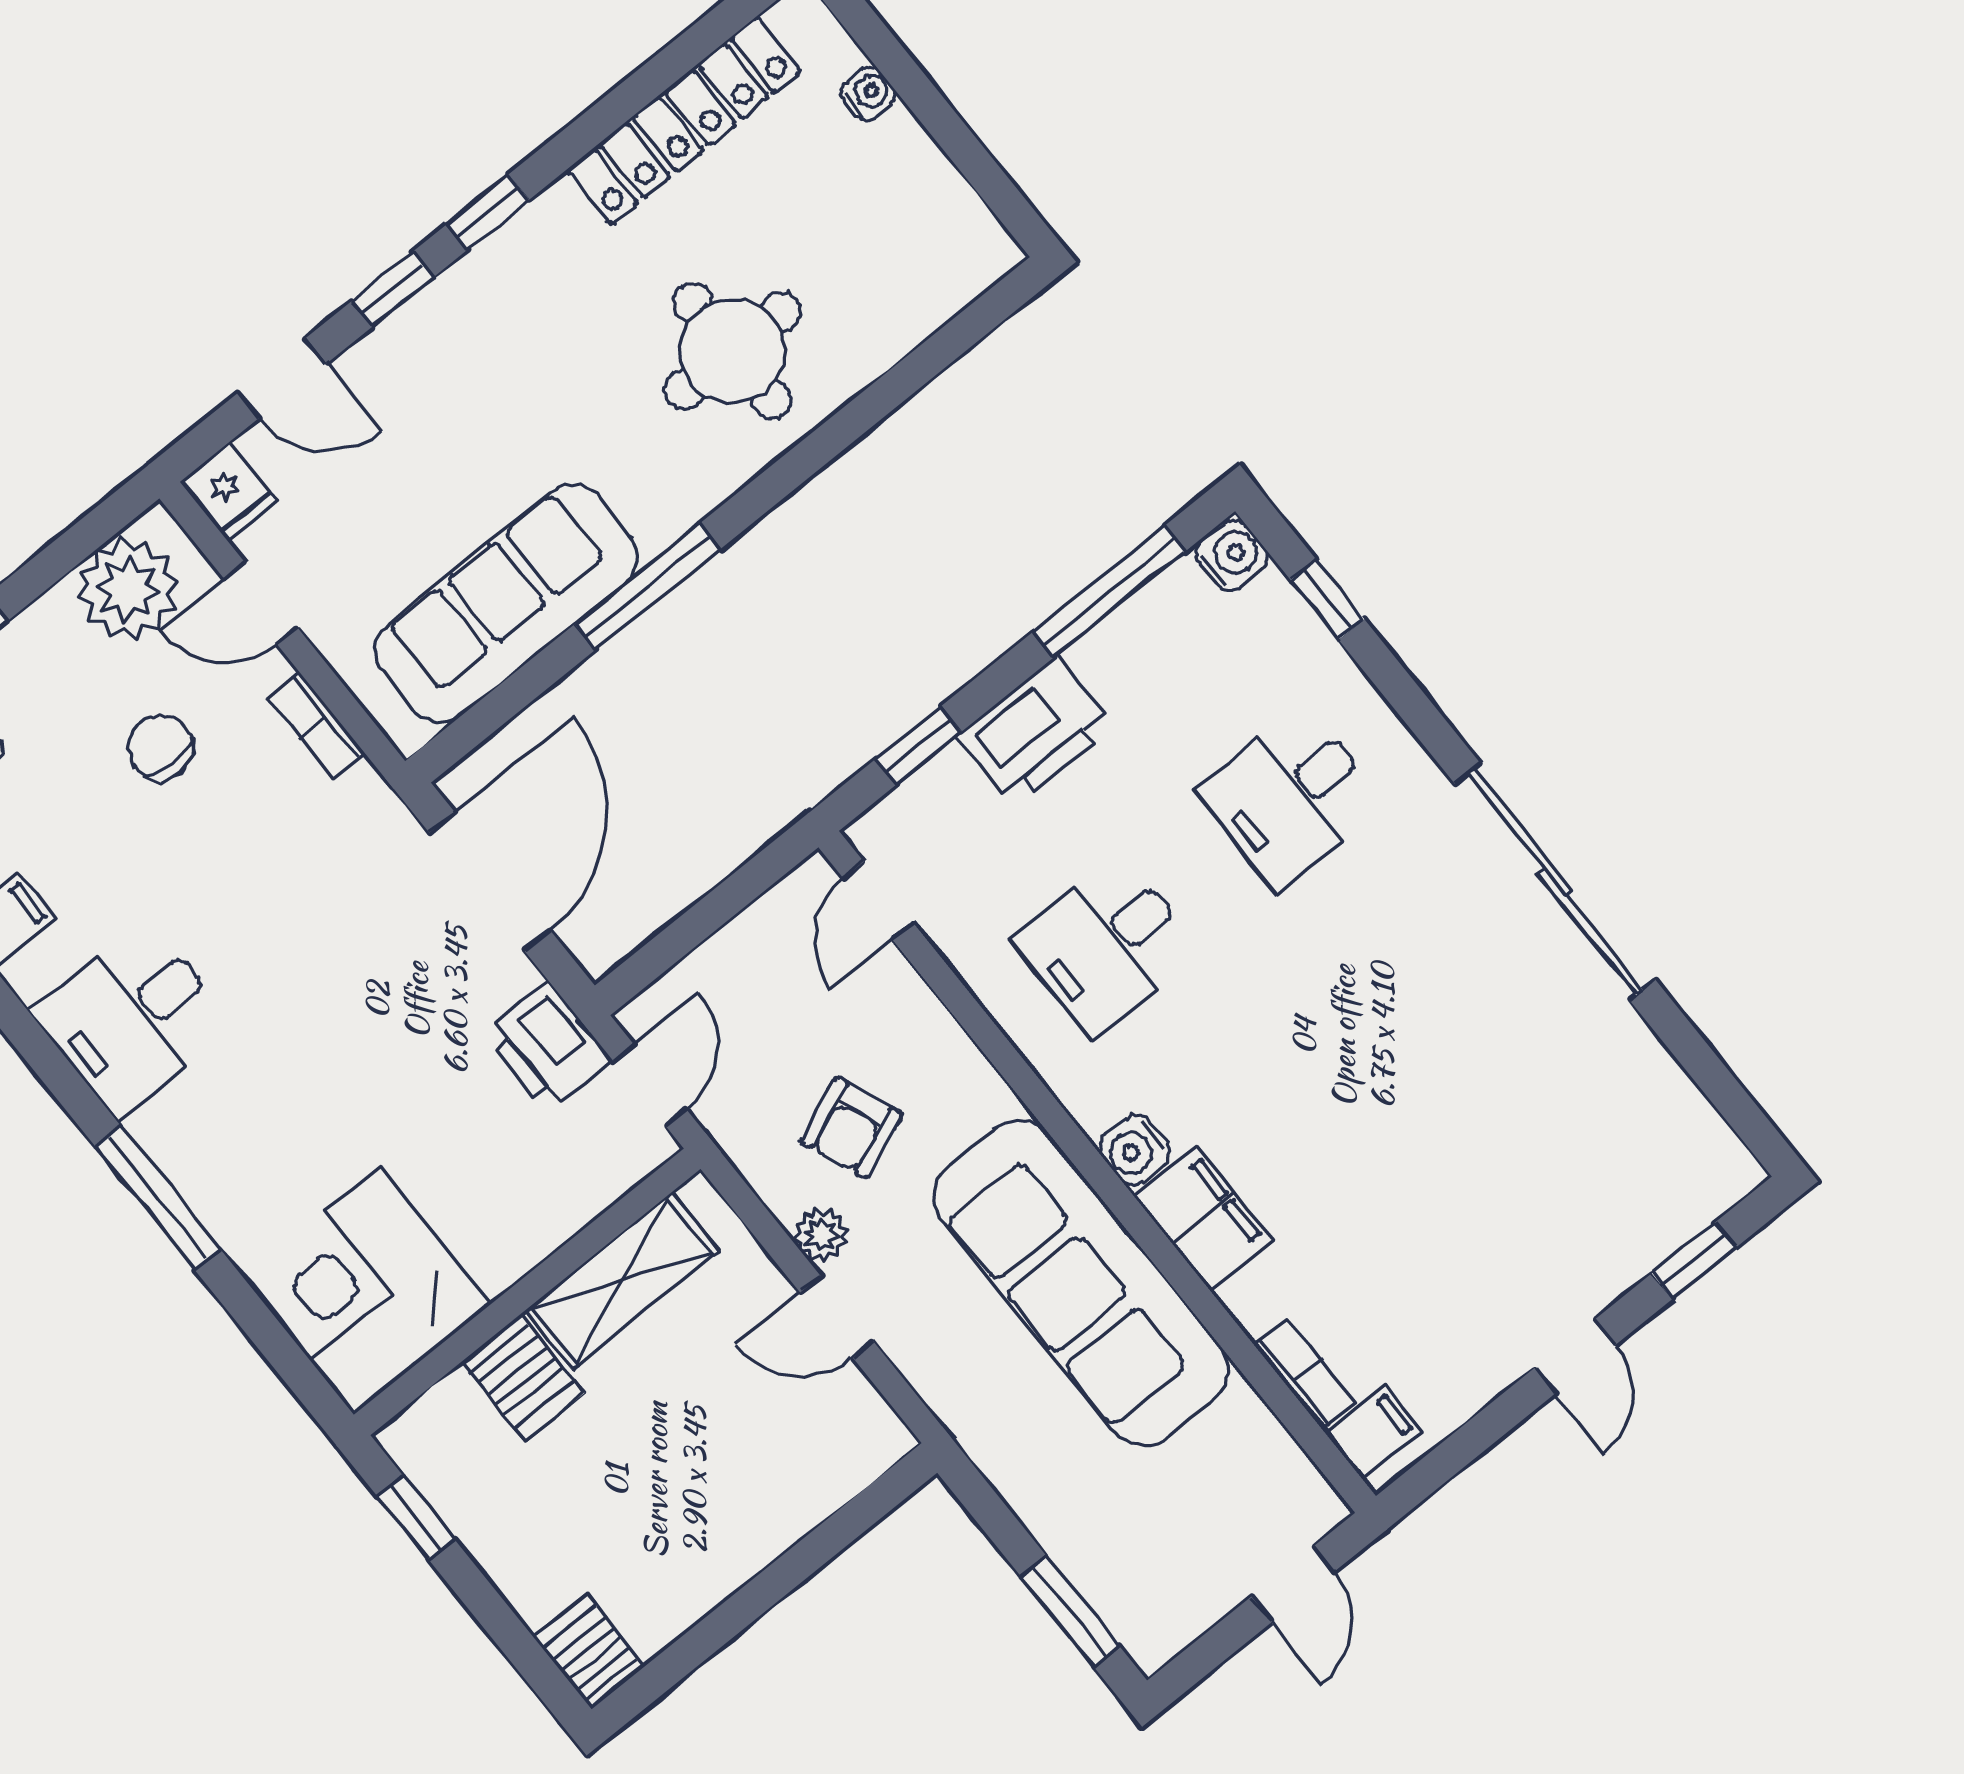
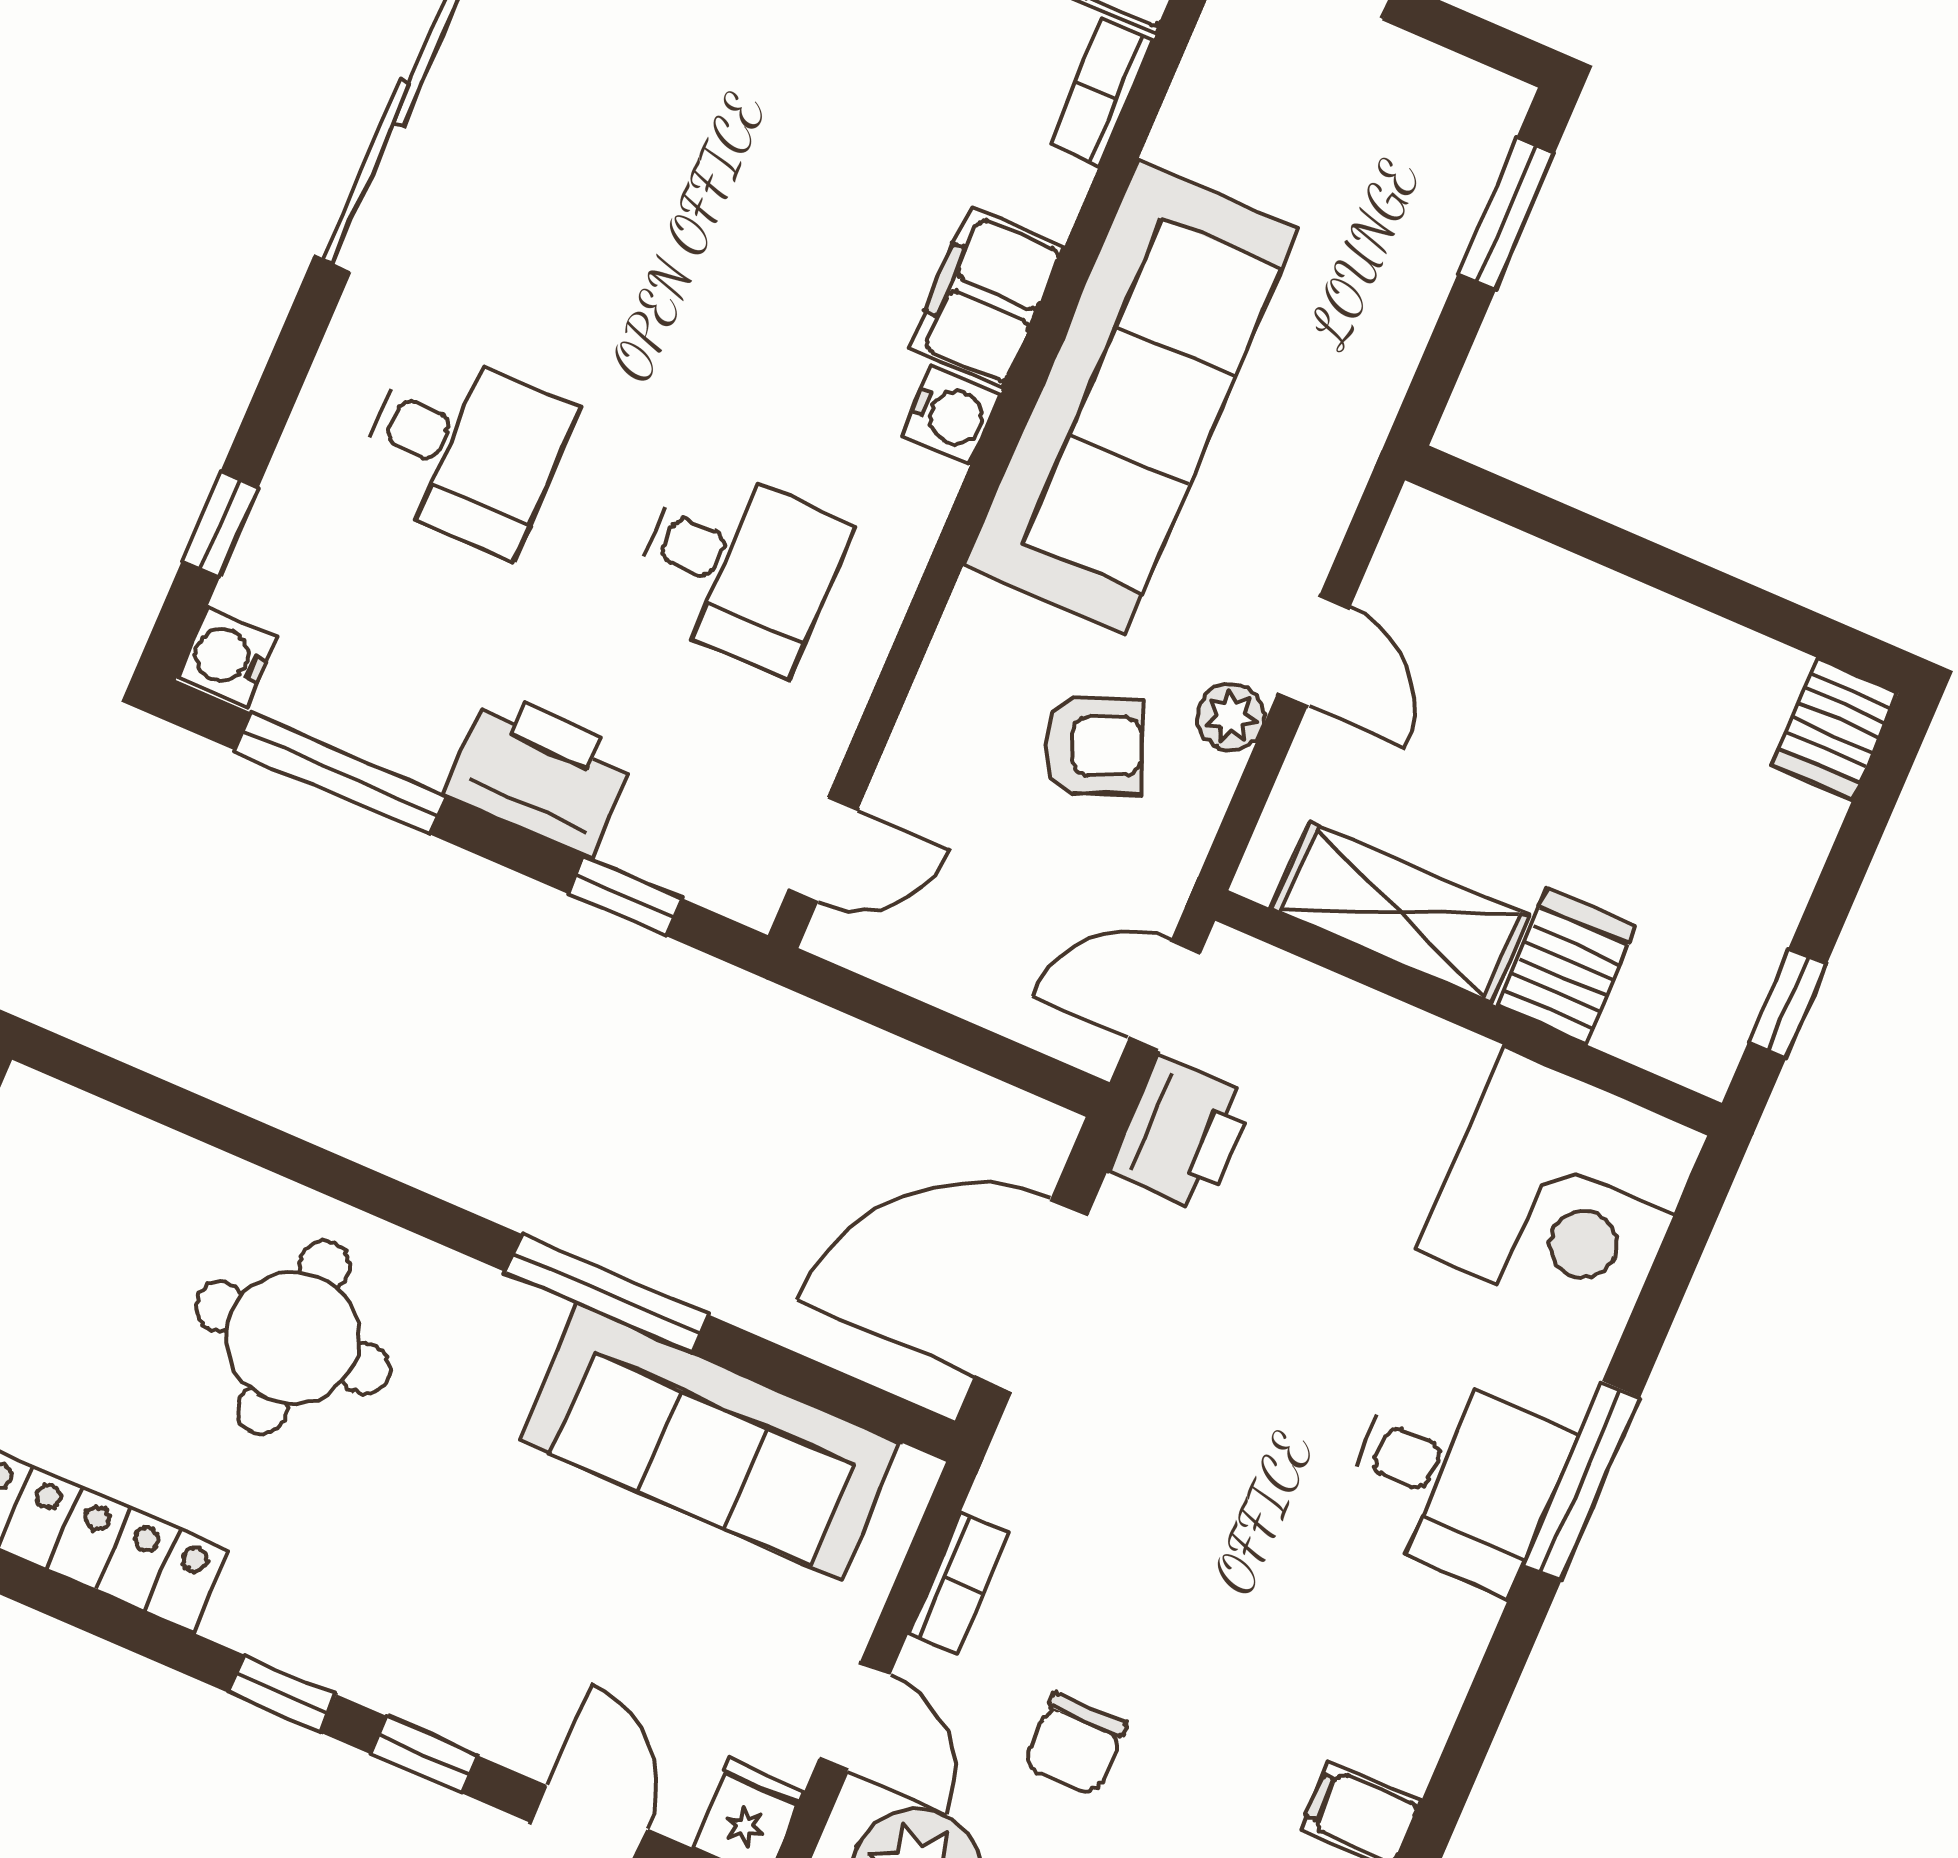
desk: (133, 1019) -> (1455, 1479), moved

